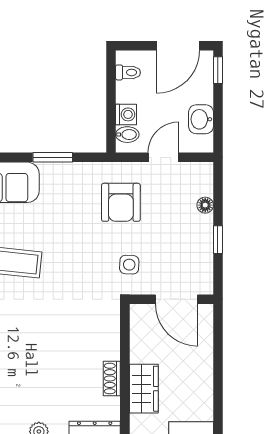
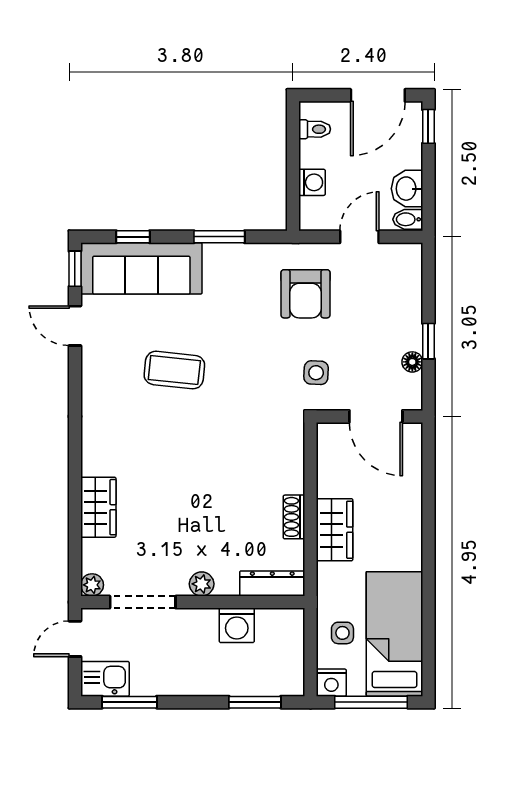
bidet: (127, 135) -> (408, 219), moved, turned 180
floor lamp: (205, 205) -> (412, 362), moved

